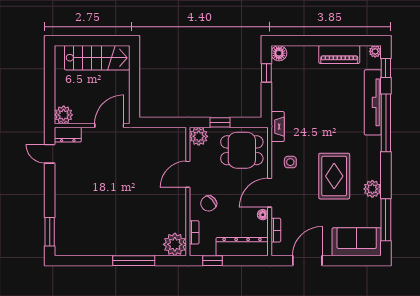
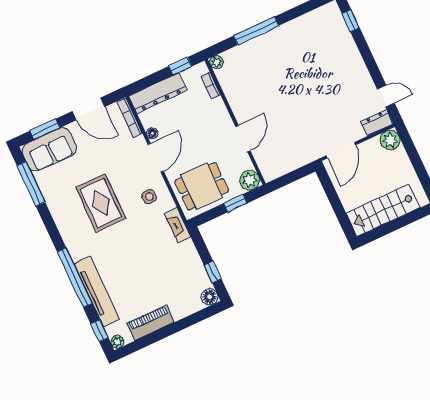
plant: (372, 189) -> (58, 208), removed
chair: (209, 203) -> (210, 120), removed
bookcase: (276, 230) -> (130, 118), width x1.56
window: (50, 232) -> (351, 21), width x0.67
plant: (175, 244) -> (216, 62), width x0.53, depth x0.53
door: (307, 261) -> (89, 109), hinge flipped
window: (352, 261) -> (45, 129), added

